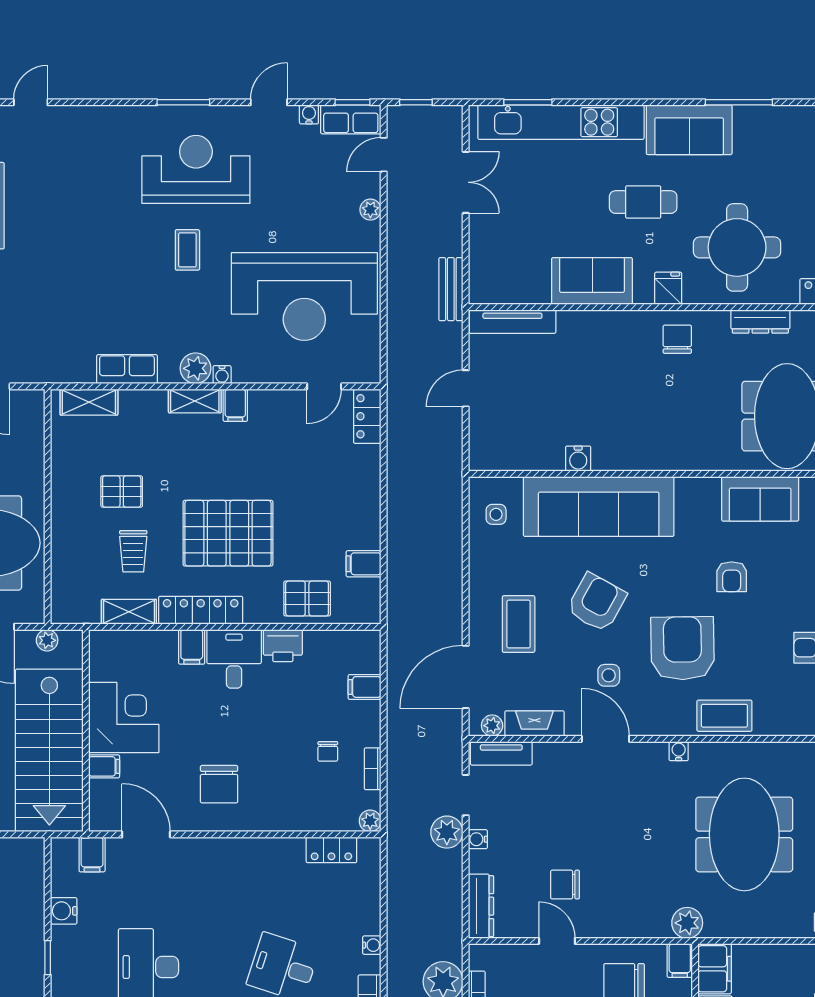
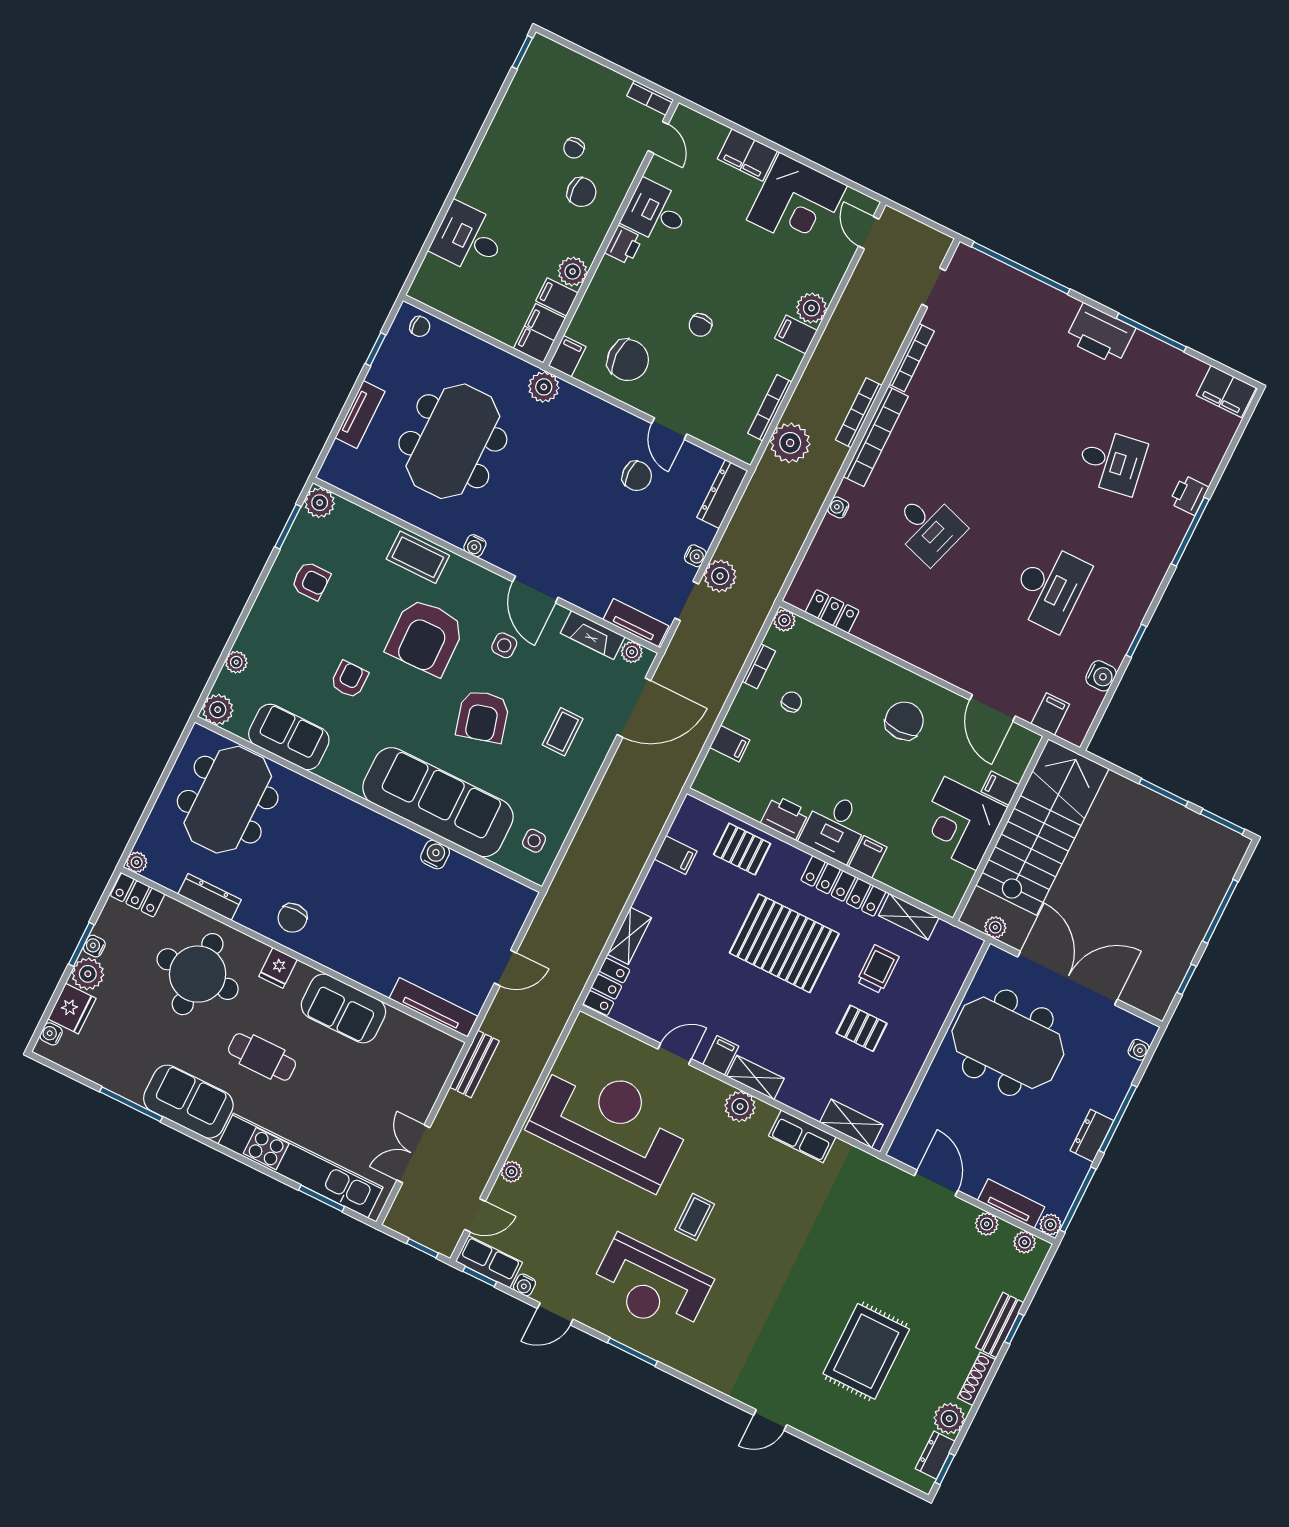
water cooler: (222, 375) -> (719, 1089), removed
door: (324, 386) -> (675, 1054), moved
shelving: (369, 472) -> (629, 936), added
armchair: (597, 603) -> (483, 716), turned -44
coffee table: (519, 624) -> (563, 732), width x0.73, depth x0.77

